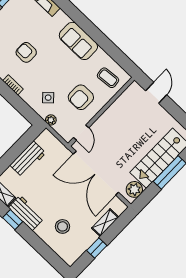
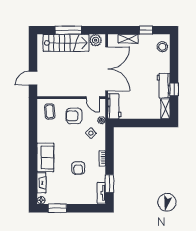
sofa: (78, 41) -> (45, 157), moved
armchair: (81, 97) -> (74, 116), turned 180
door: (81, 133) -> (93, 98), swing flipped
workbench: (28, 159) -> (114, 106), moved, turned 90
stool: (63, 226) -> (162, 47), moved

